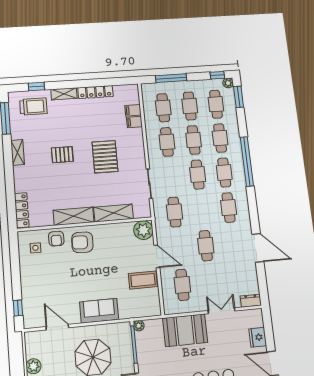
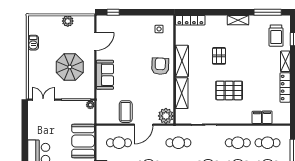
pallet: (62, 155) -> (219, 56), moved
armchair: (56, 239) -> (165, 46), removed

